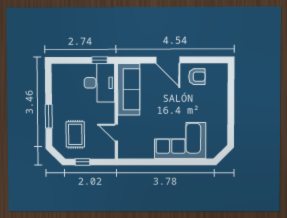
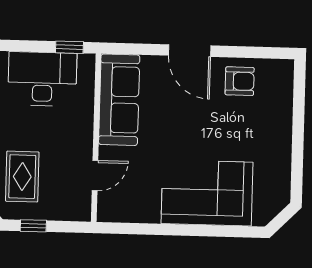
desk: (99, 83) -> (42, 79), moved, turned -90
door: (116, 133) -> (95, 176), swing flipped

